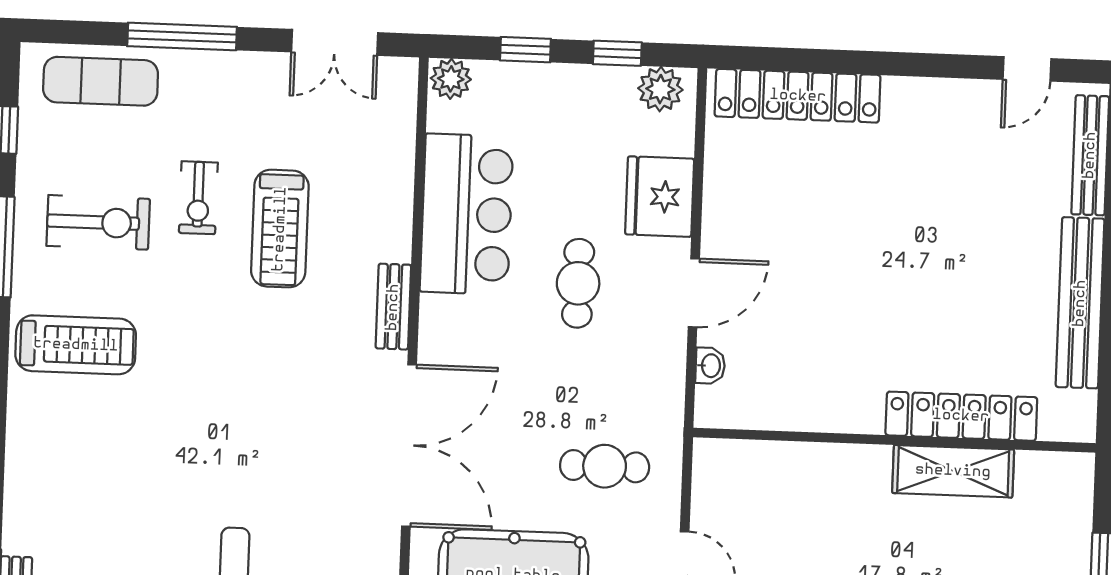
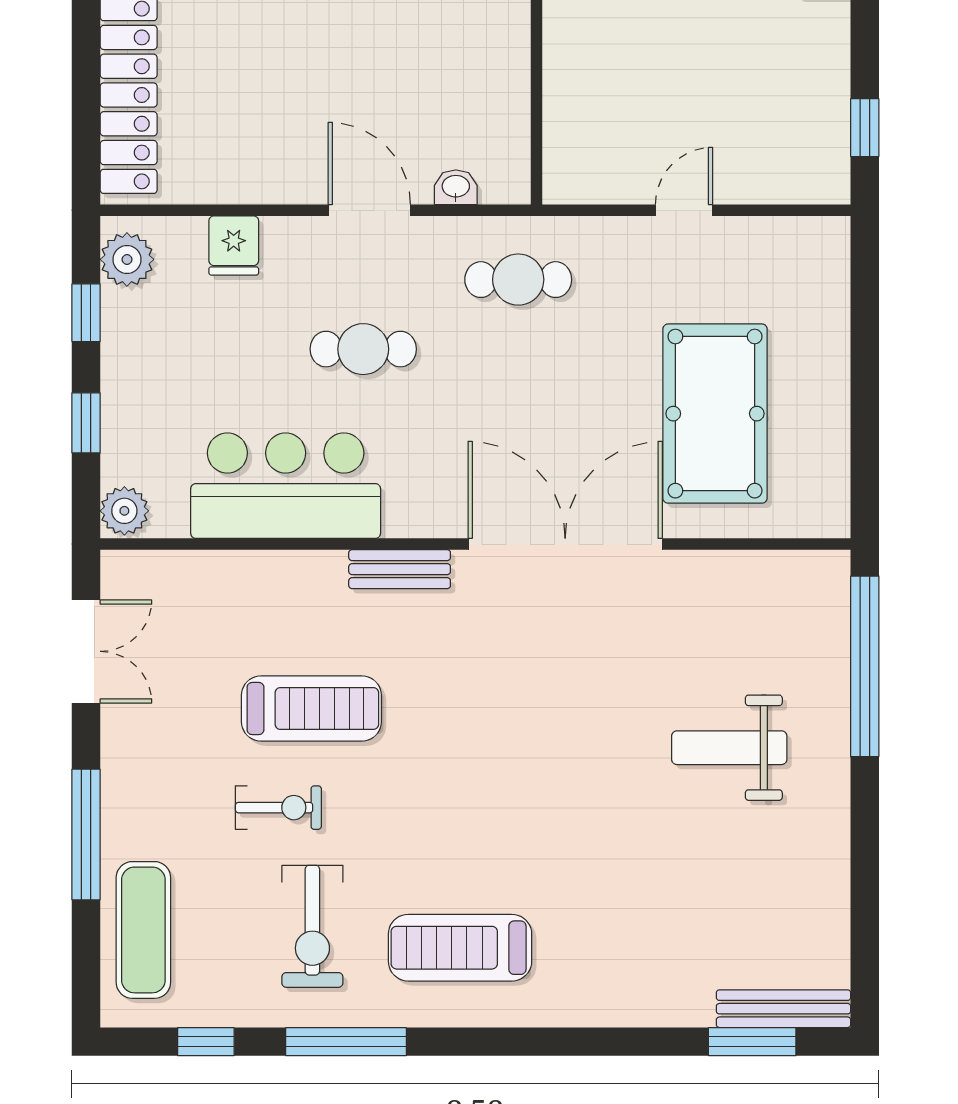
fridge: (660, 197) -> (234, 245), width x0.53, depth x0.75
exercise bike: (98, 222) -> (312, 926), turned 180
treadmill: (76, 345) -> (460, 948), turned -90
cafe table: (605, 466) -> (518, 280), moved, turned 90

